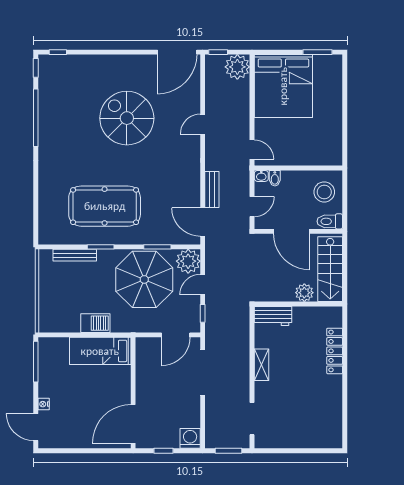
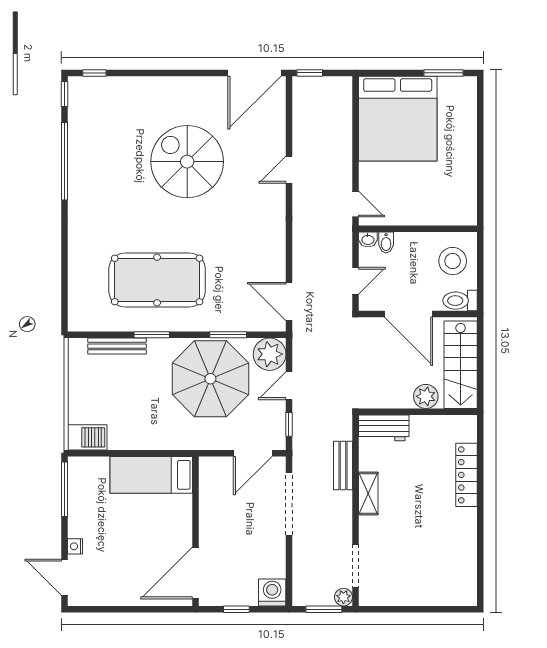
plant: (237, 67) -> (343, 597), moved, width x0.53, depth x0.53
bench: (212, 190) -> (343, 466), moved
barbecue: (95, 323) -> (87, 437), moved

